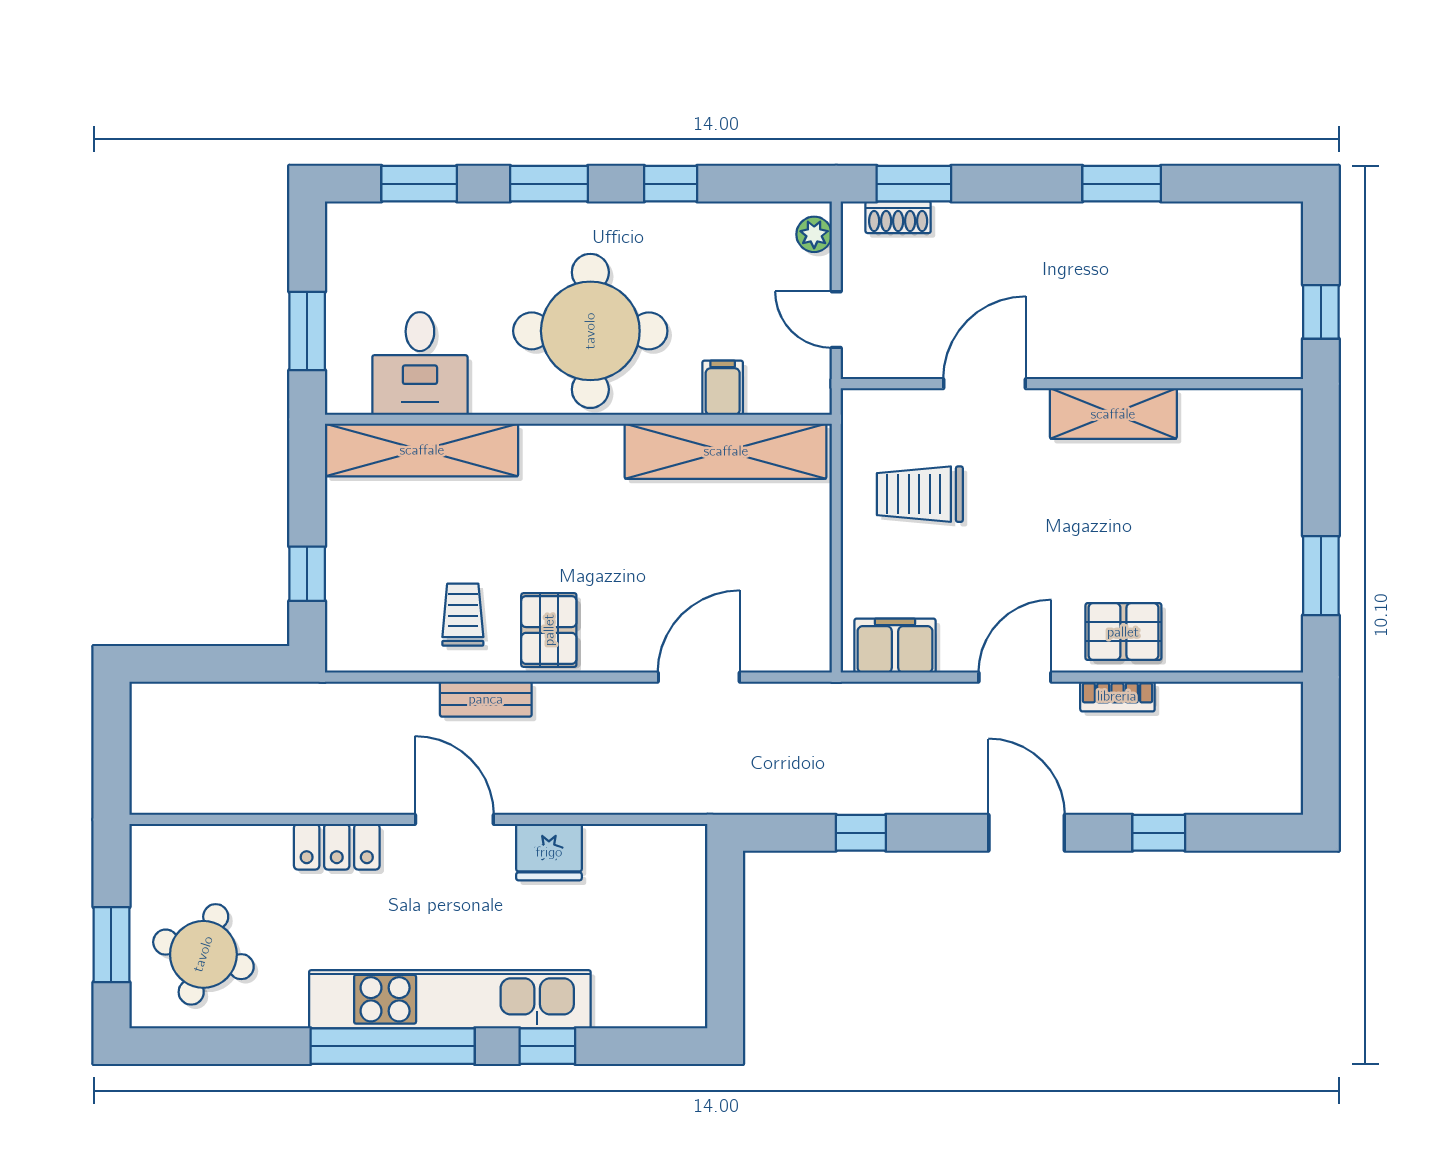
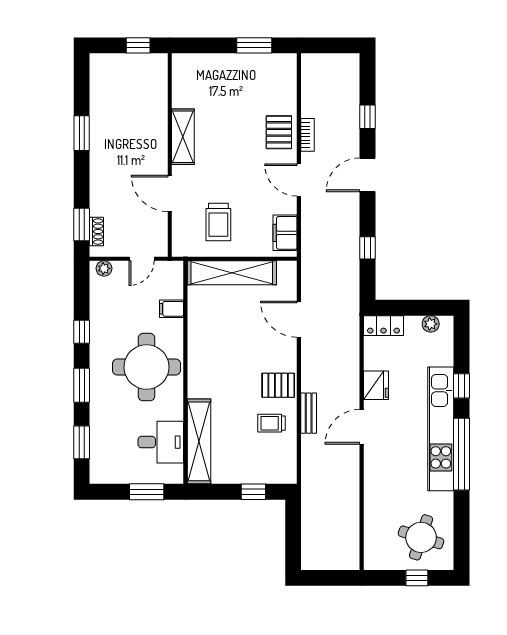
shelving: (726, 451) -> (232, 273), moved, turned 90
locker: (337, 847) -> (383, 326), moved, turned 90
window: (111, 945) -> (417, 578), width x0.67
plant: (688, 976) -> (431, 324), added

